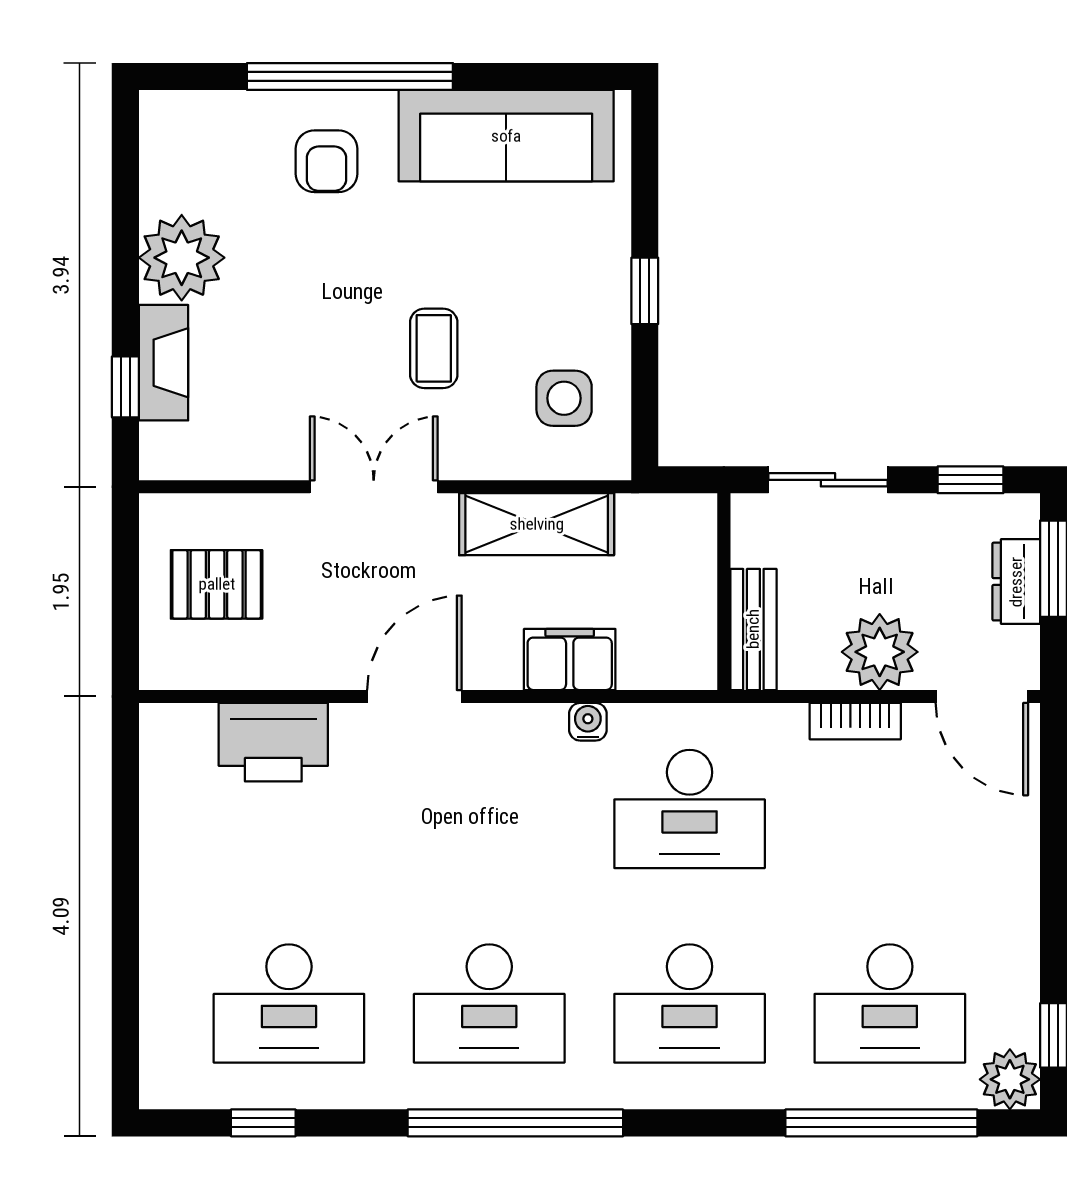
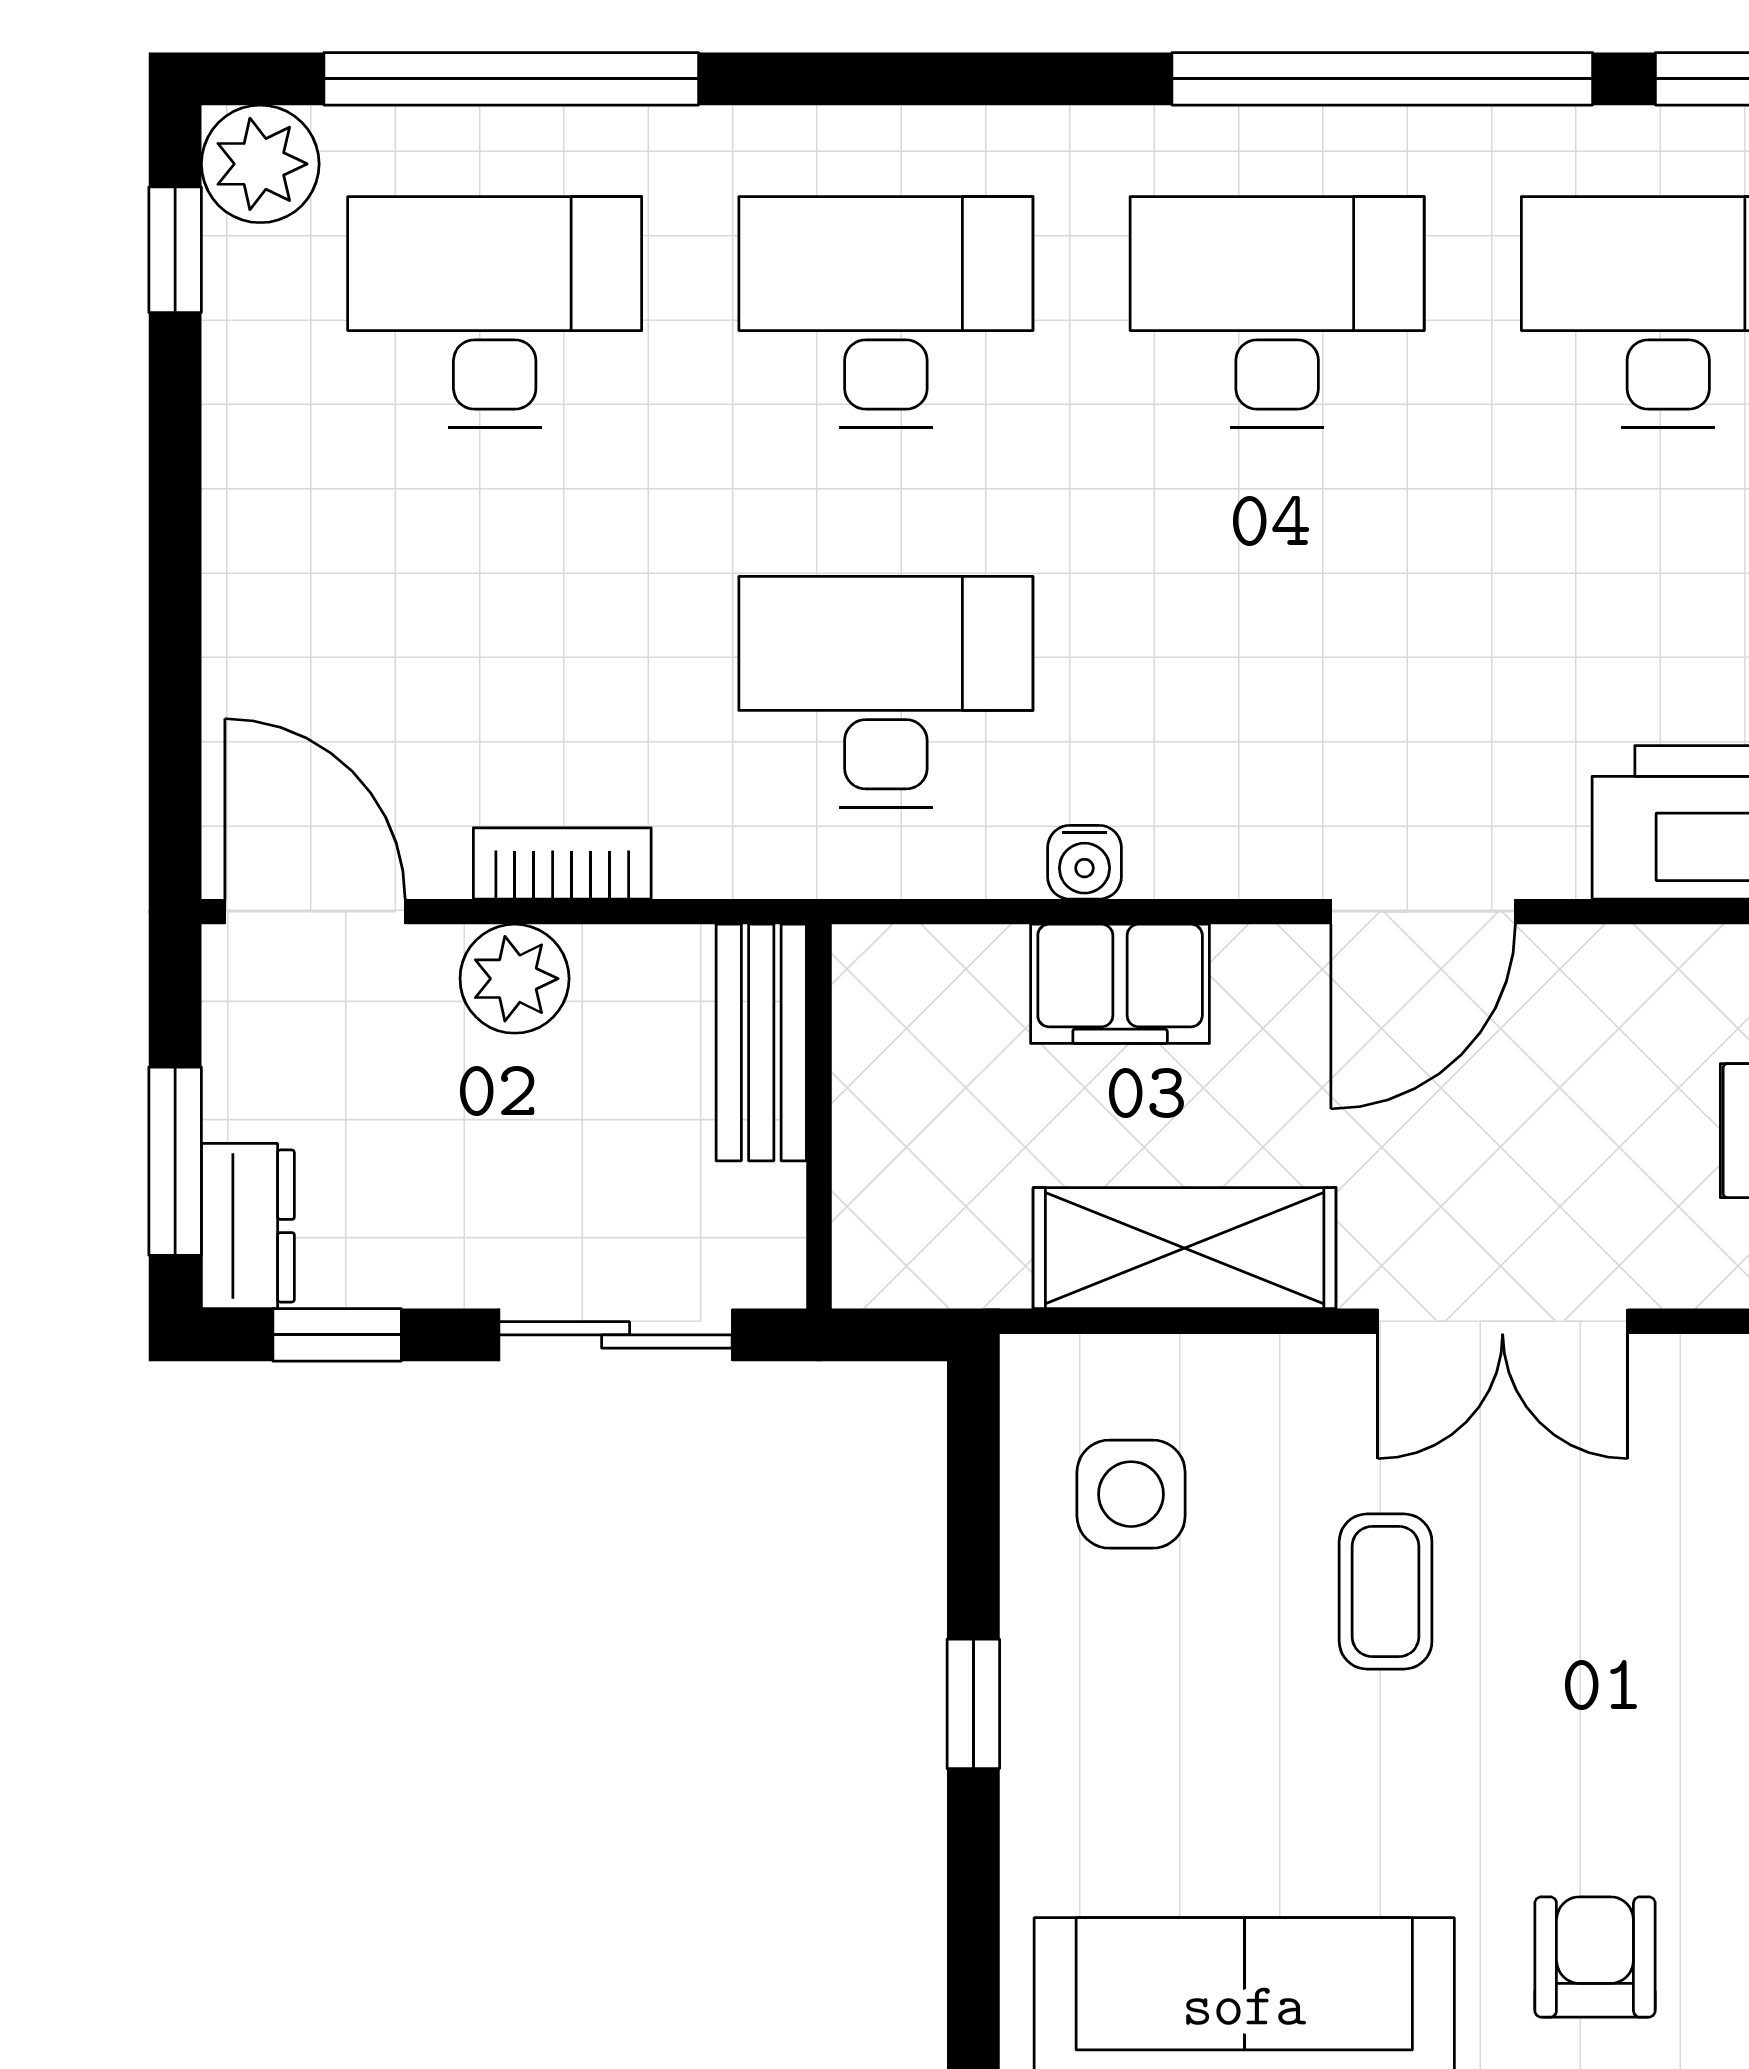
dresser: (1016, 582) -> (248, 1226), moved
plant: (880, 652) -> (515, 979), width x0.73, depth x0.73
window: (515, 1123) -> (1382, 79), moved

